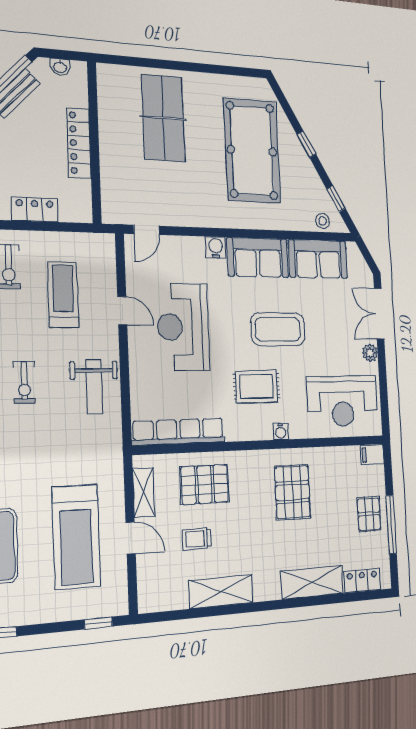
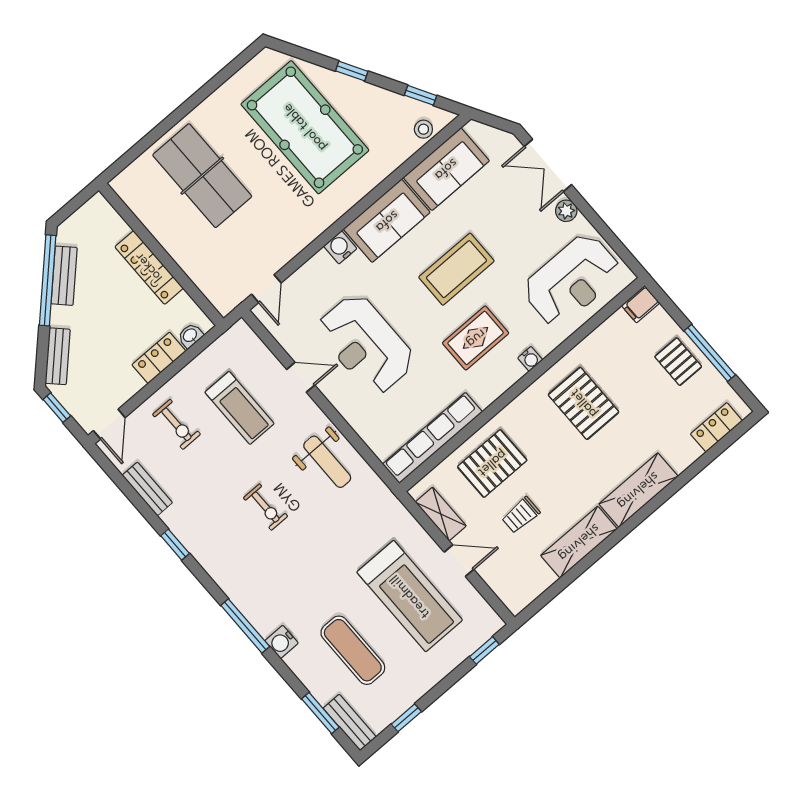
washbasin: (60, 67) -> (190, 336), moved, turned 180
treadmill: (63, 295) -> (240, 408), turned 180
shelving: (312, 582) -> (638, 490), moved

